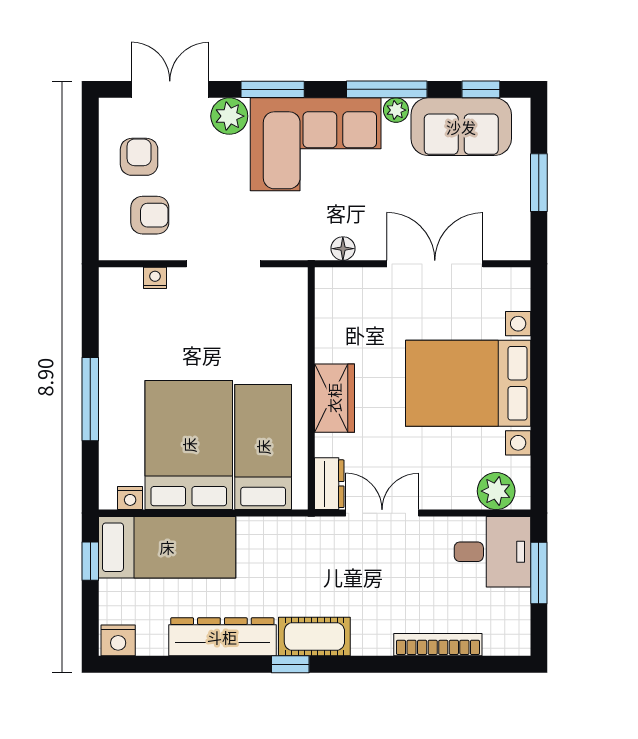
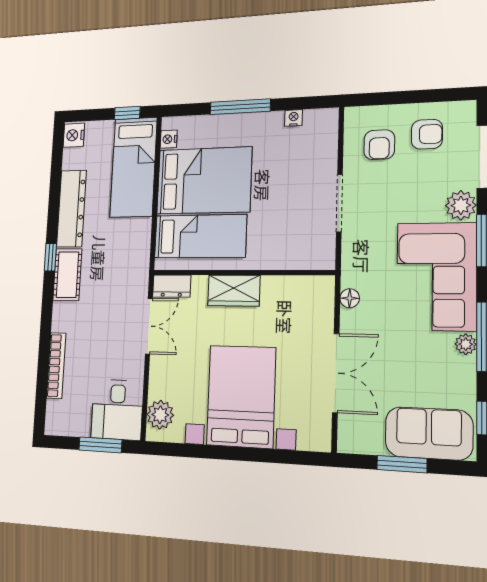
sofa: (461, 127) -> (429, 433), moved, turned 90
nightstand: (155, 278) -> (294, 118), moved, turned -90

